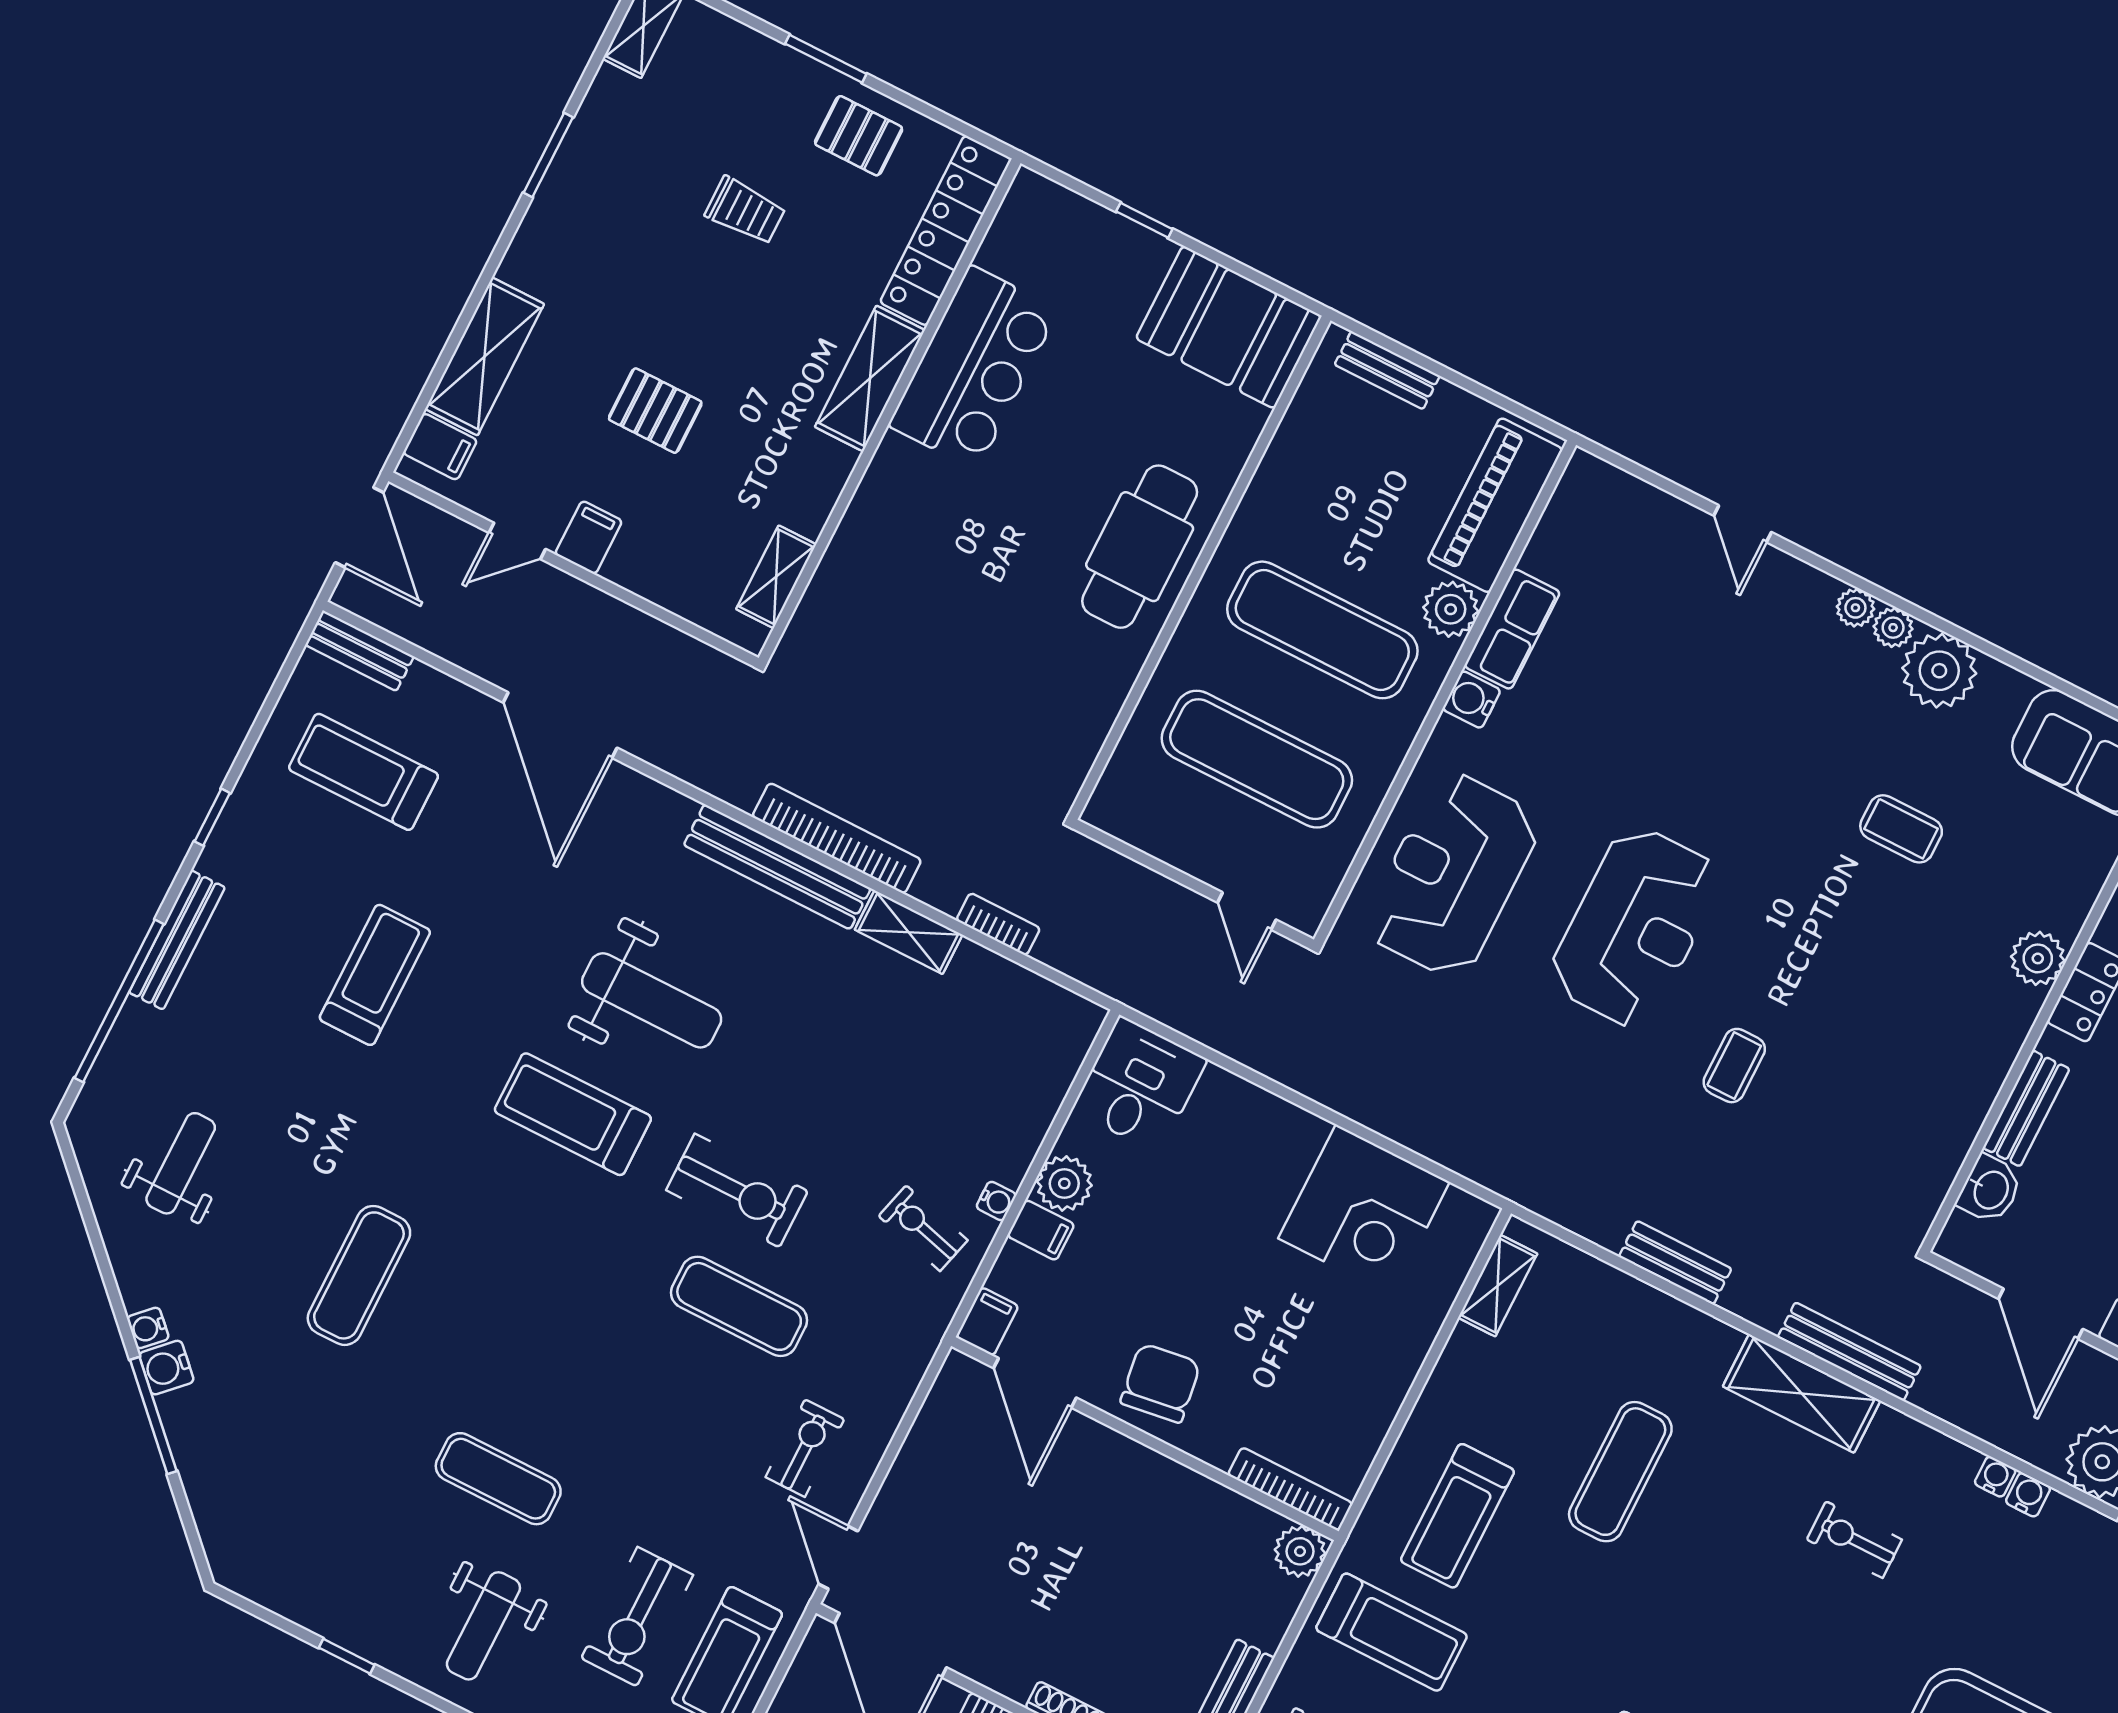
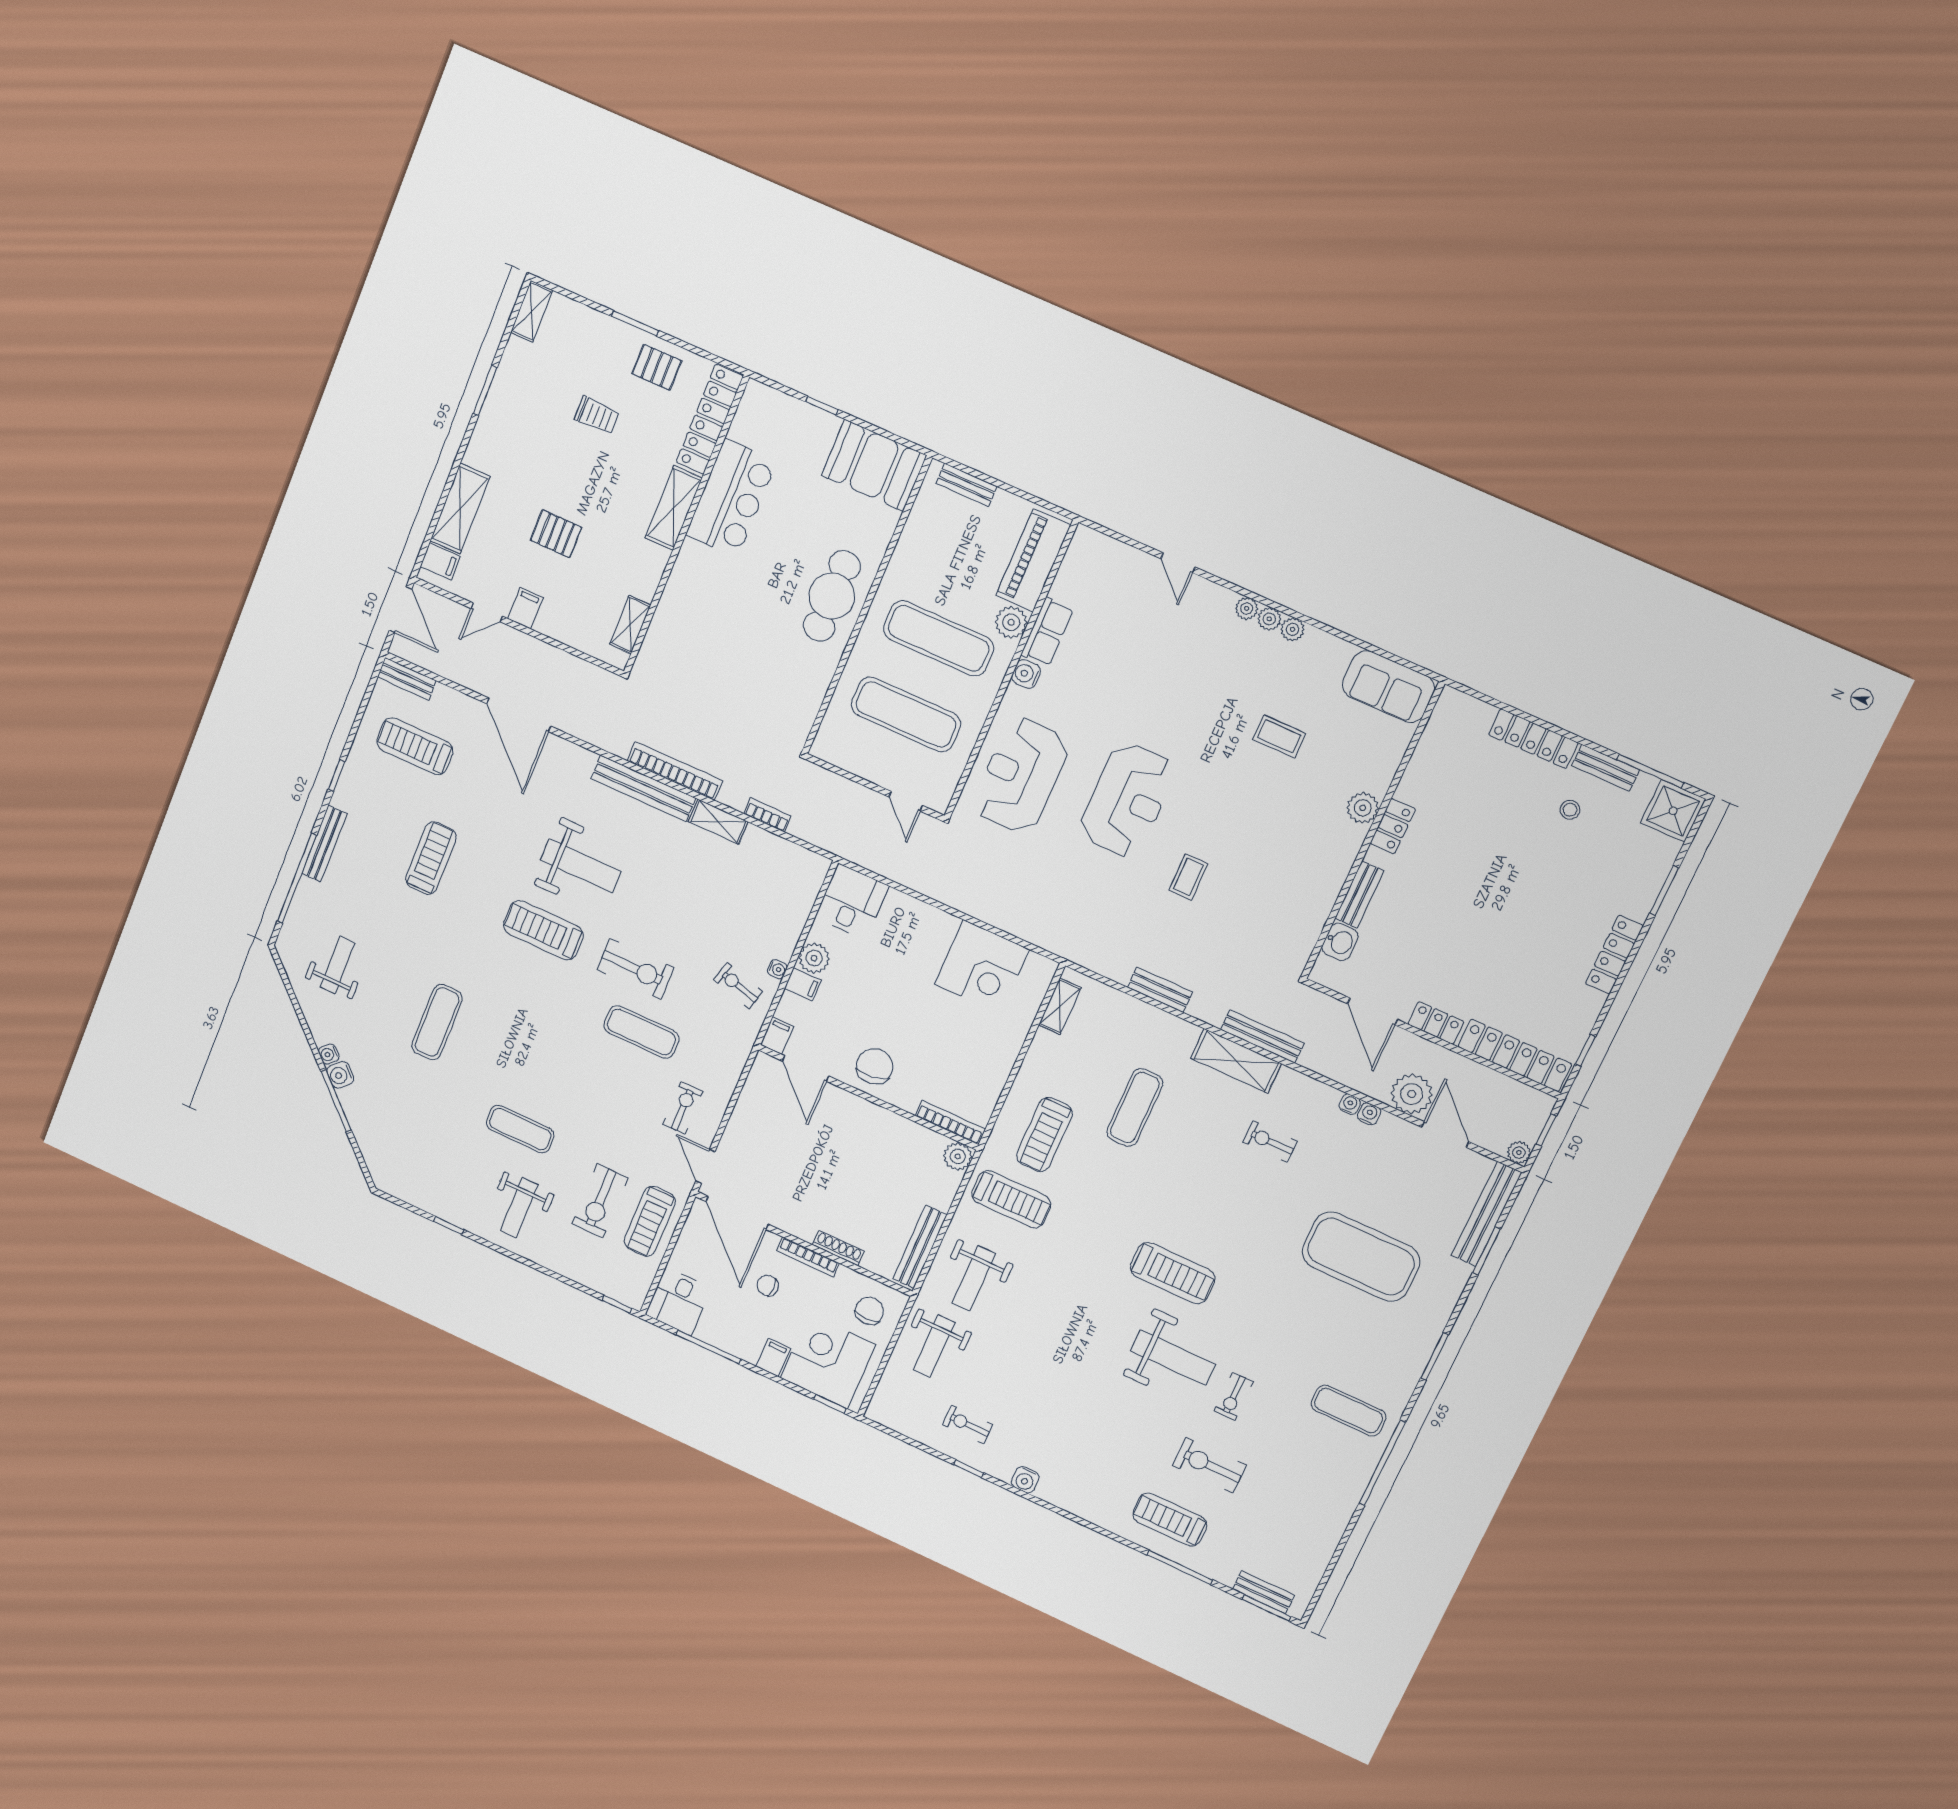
plant: (1939, 671) -> (1293, 629), width x0.53, depth x0.53

